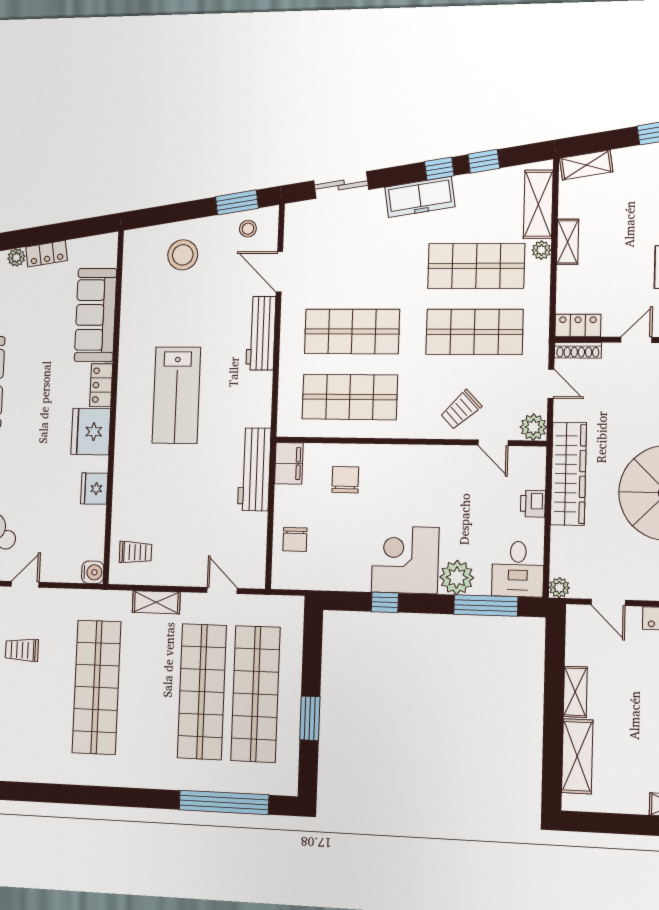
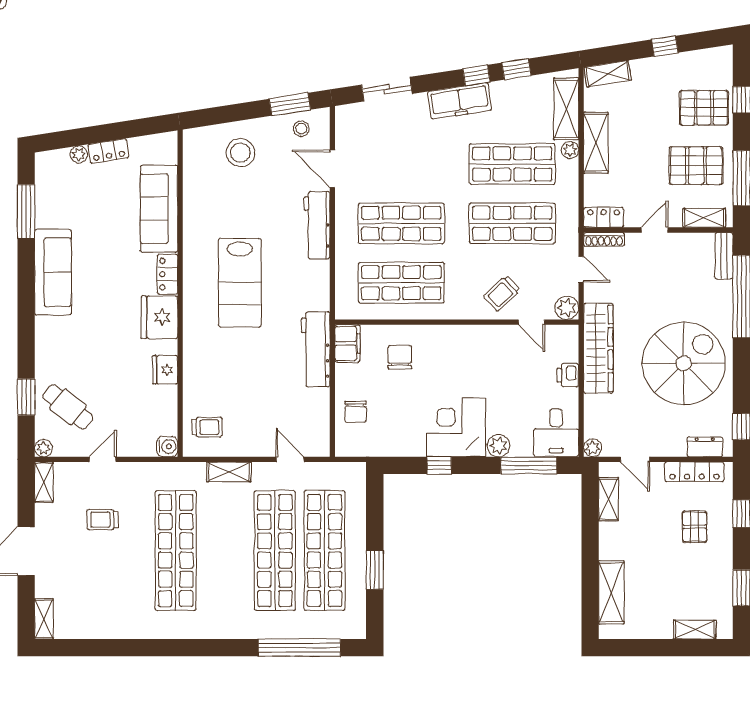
shelving: (568, 242) -> (596, 143), width x1.50, depth x1.33
plant: (457, 577) -> (499, 446), width x0.73, depth x0.73
shelving: (575, 692) -> (608, 499), moved

